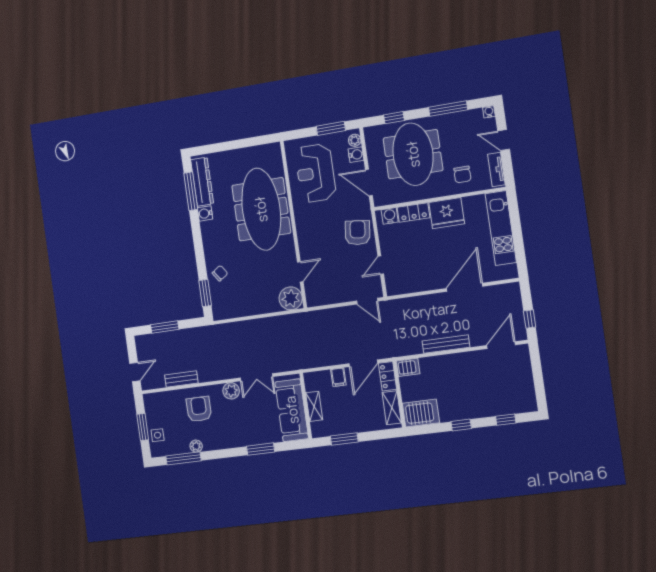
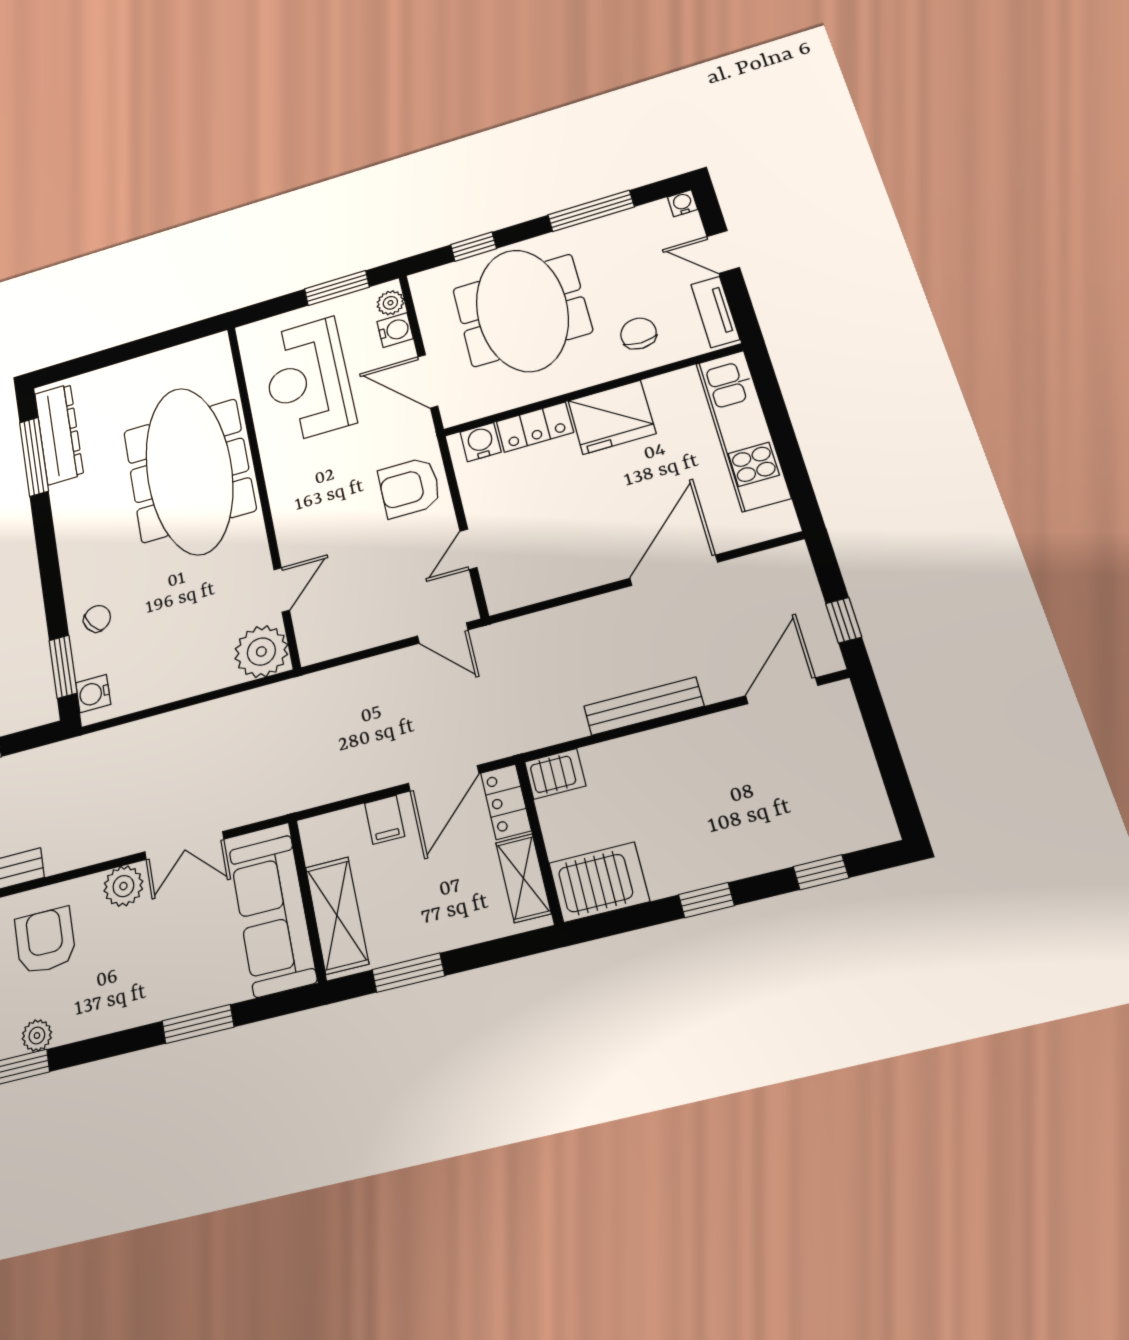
chair: (462, 174) -> (638, 334), turned 180
water cooler: (205, 213) -> (93, 694), moved
armchair: (358, 233) -> (410, 488), turned -97
shelving: (314, 406) -> (337, 915), width x1.50, depth x1.33

